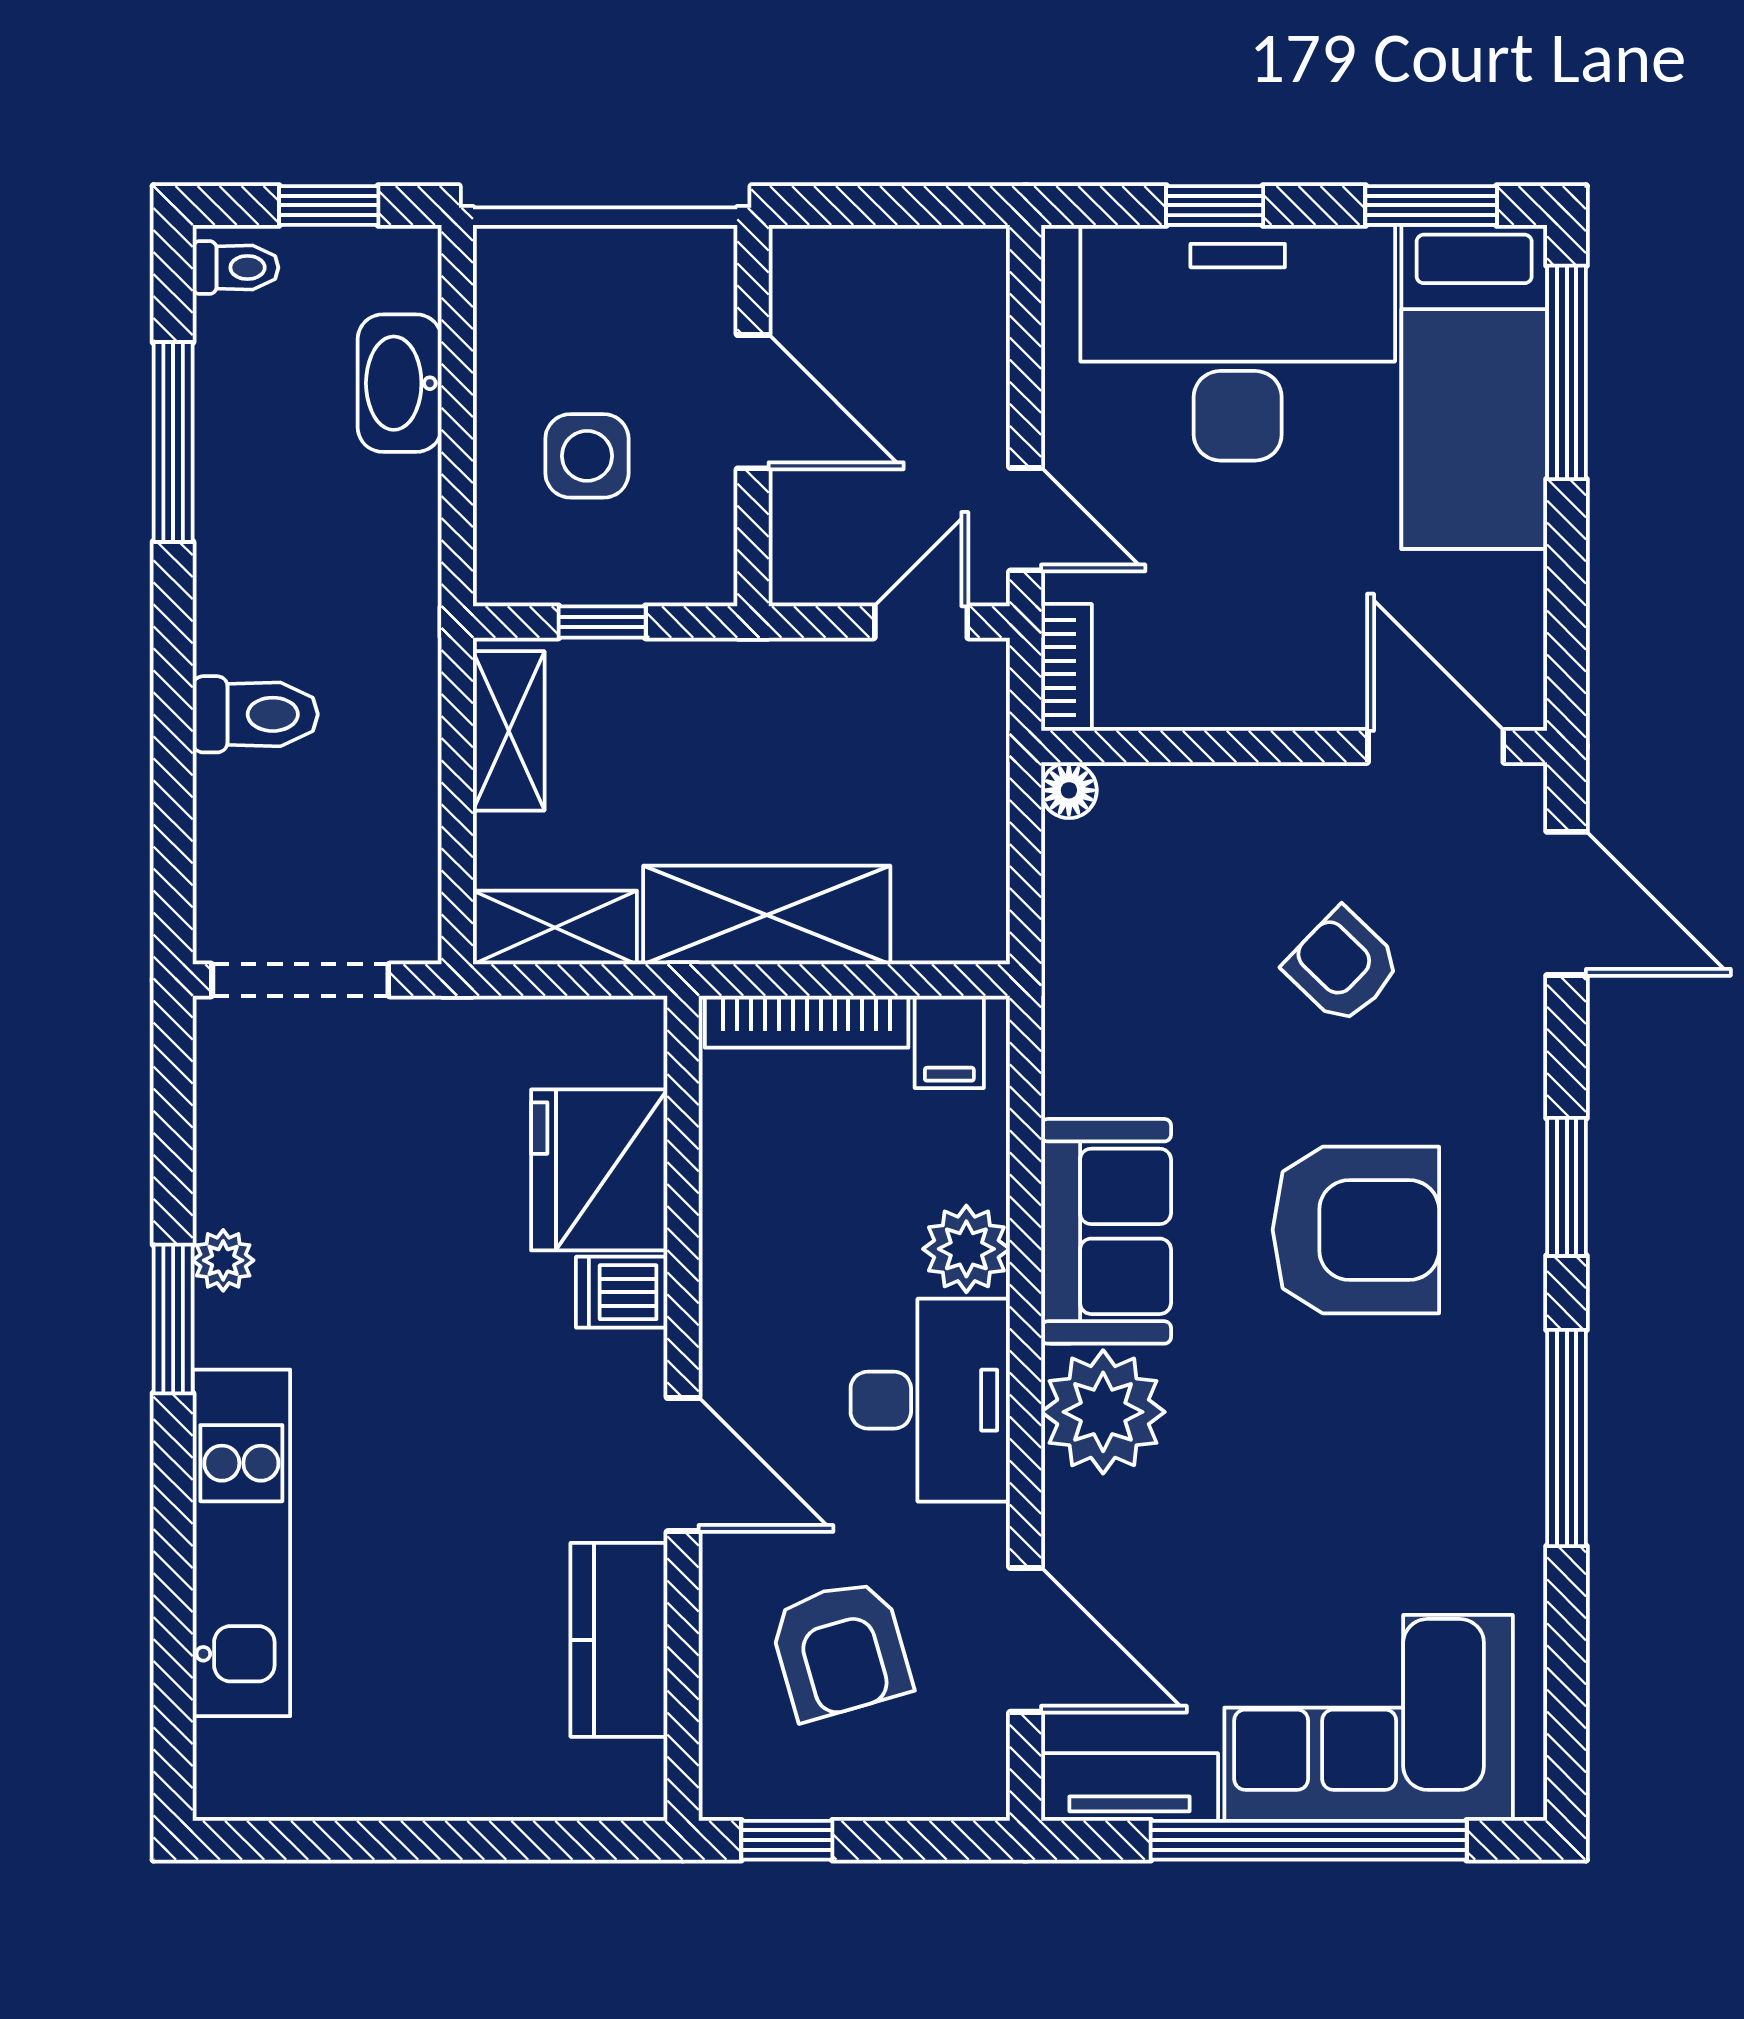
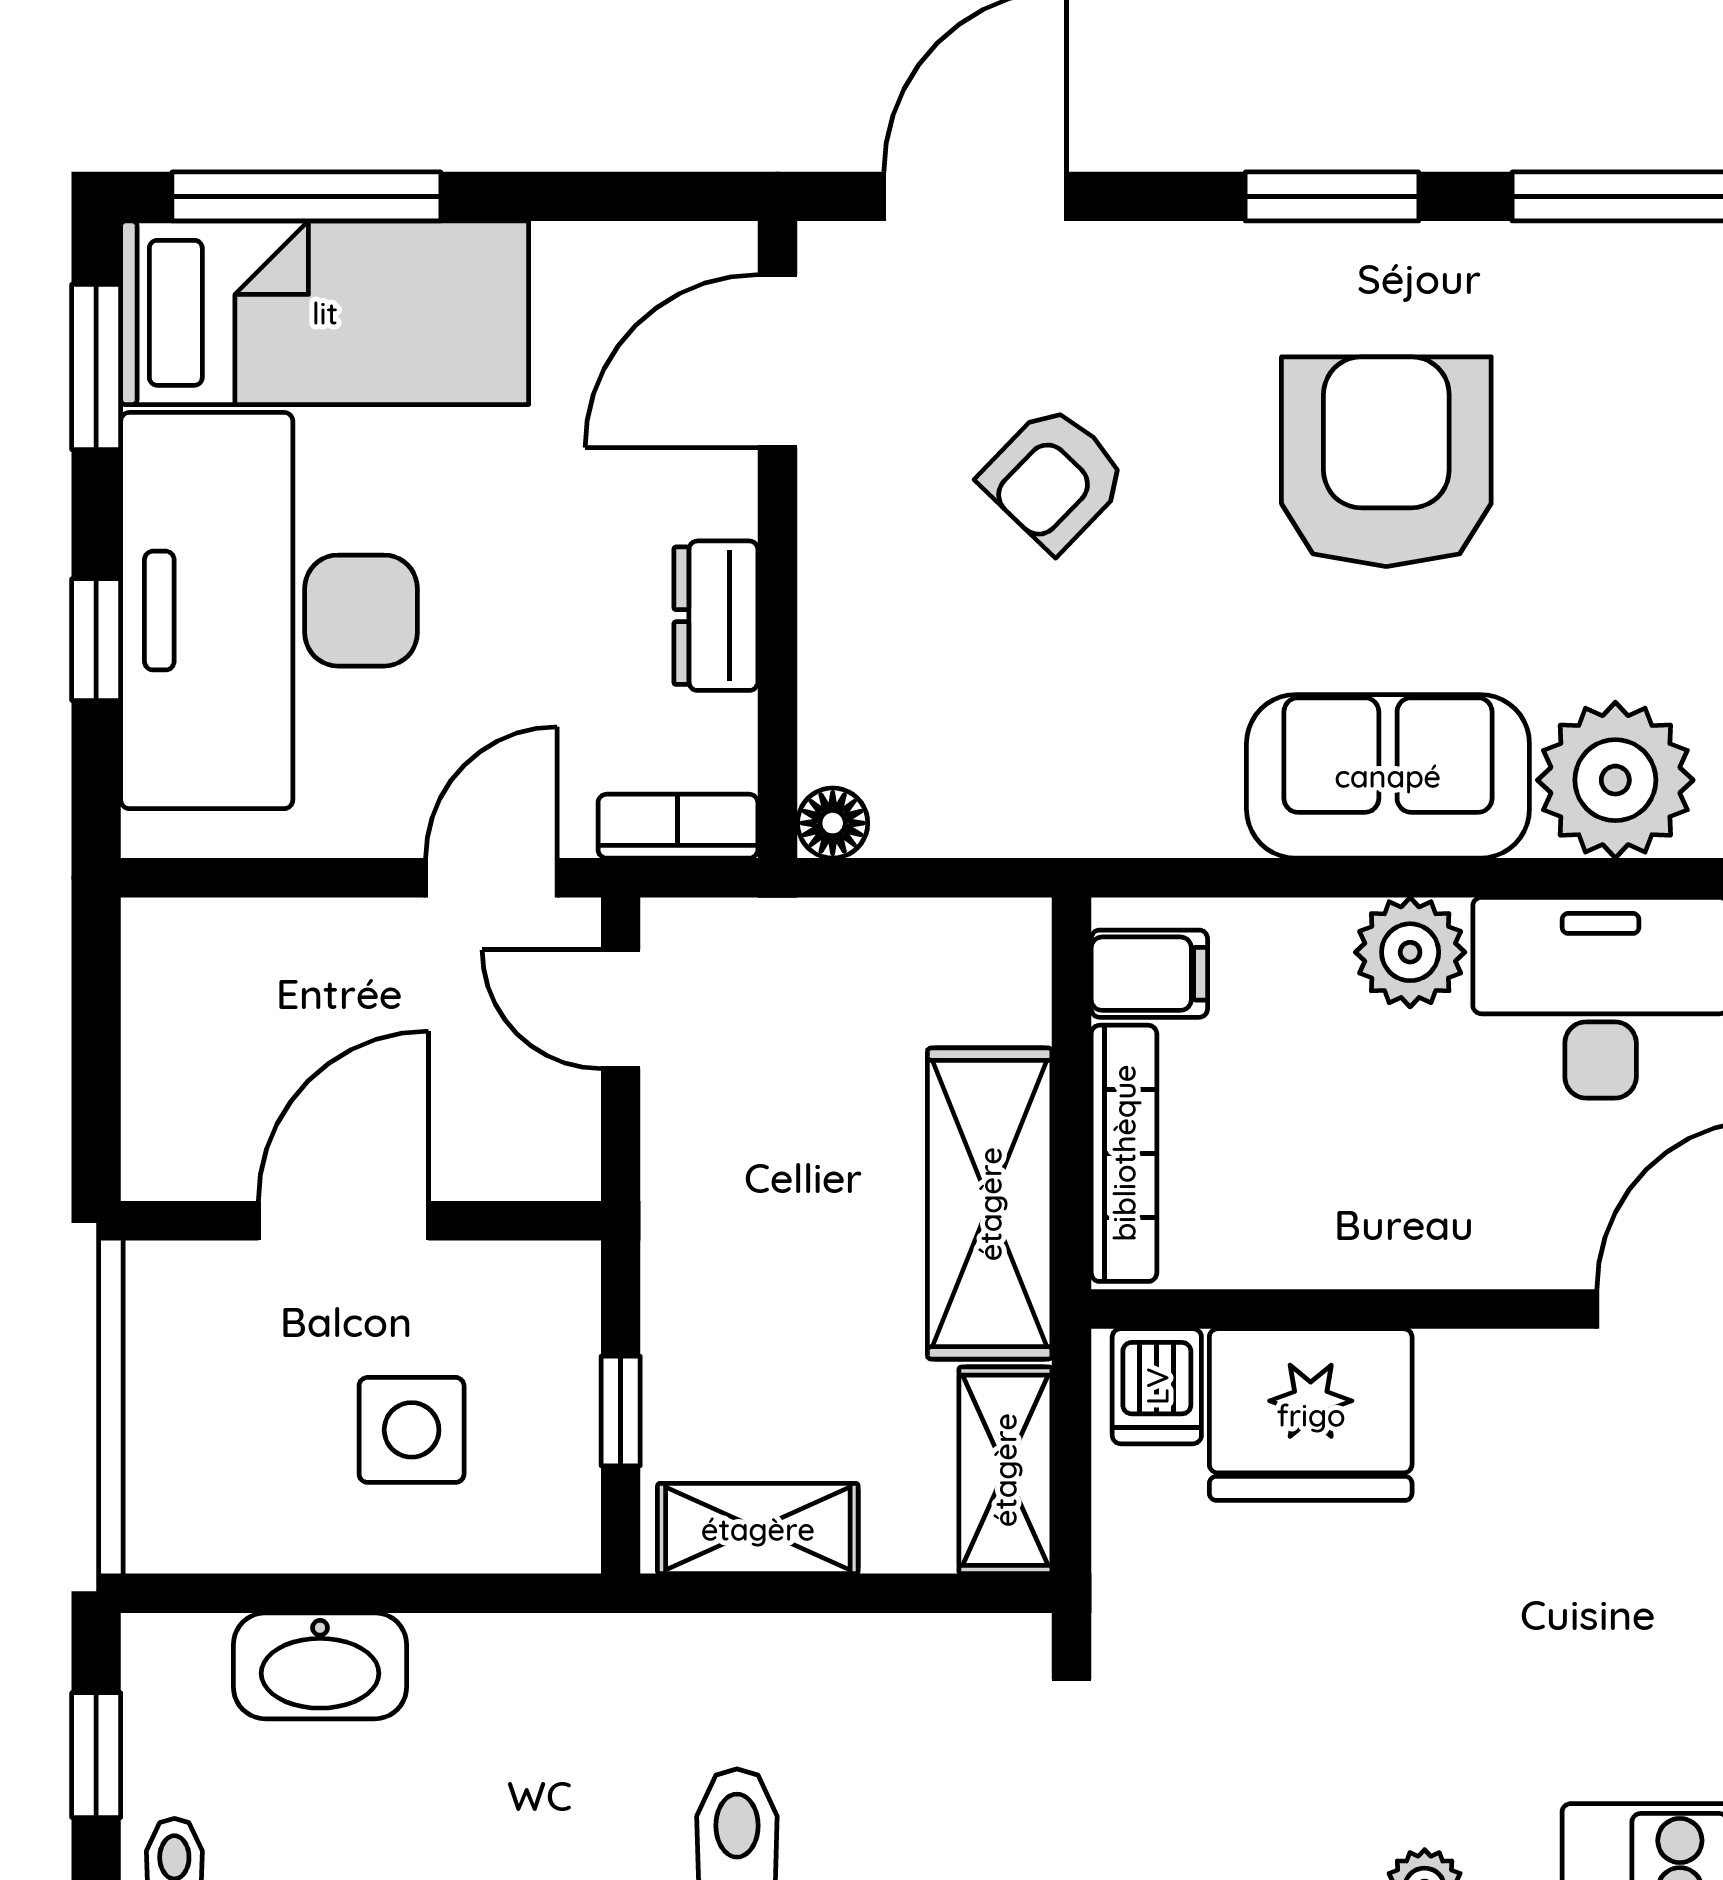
dresser: (1234, 698) -> (716, 616), added
dishwasher: (622, 1292) -> (1157, 1386), moved

